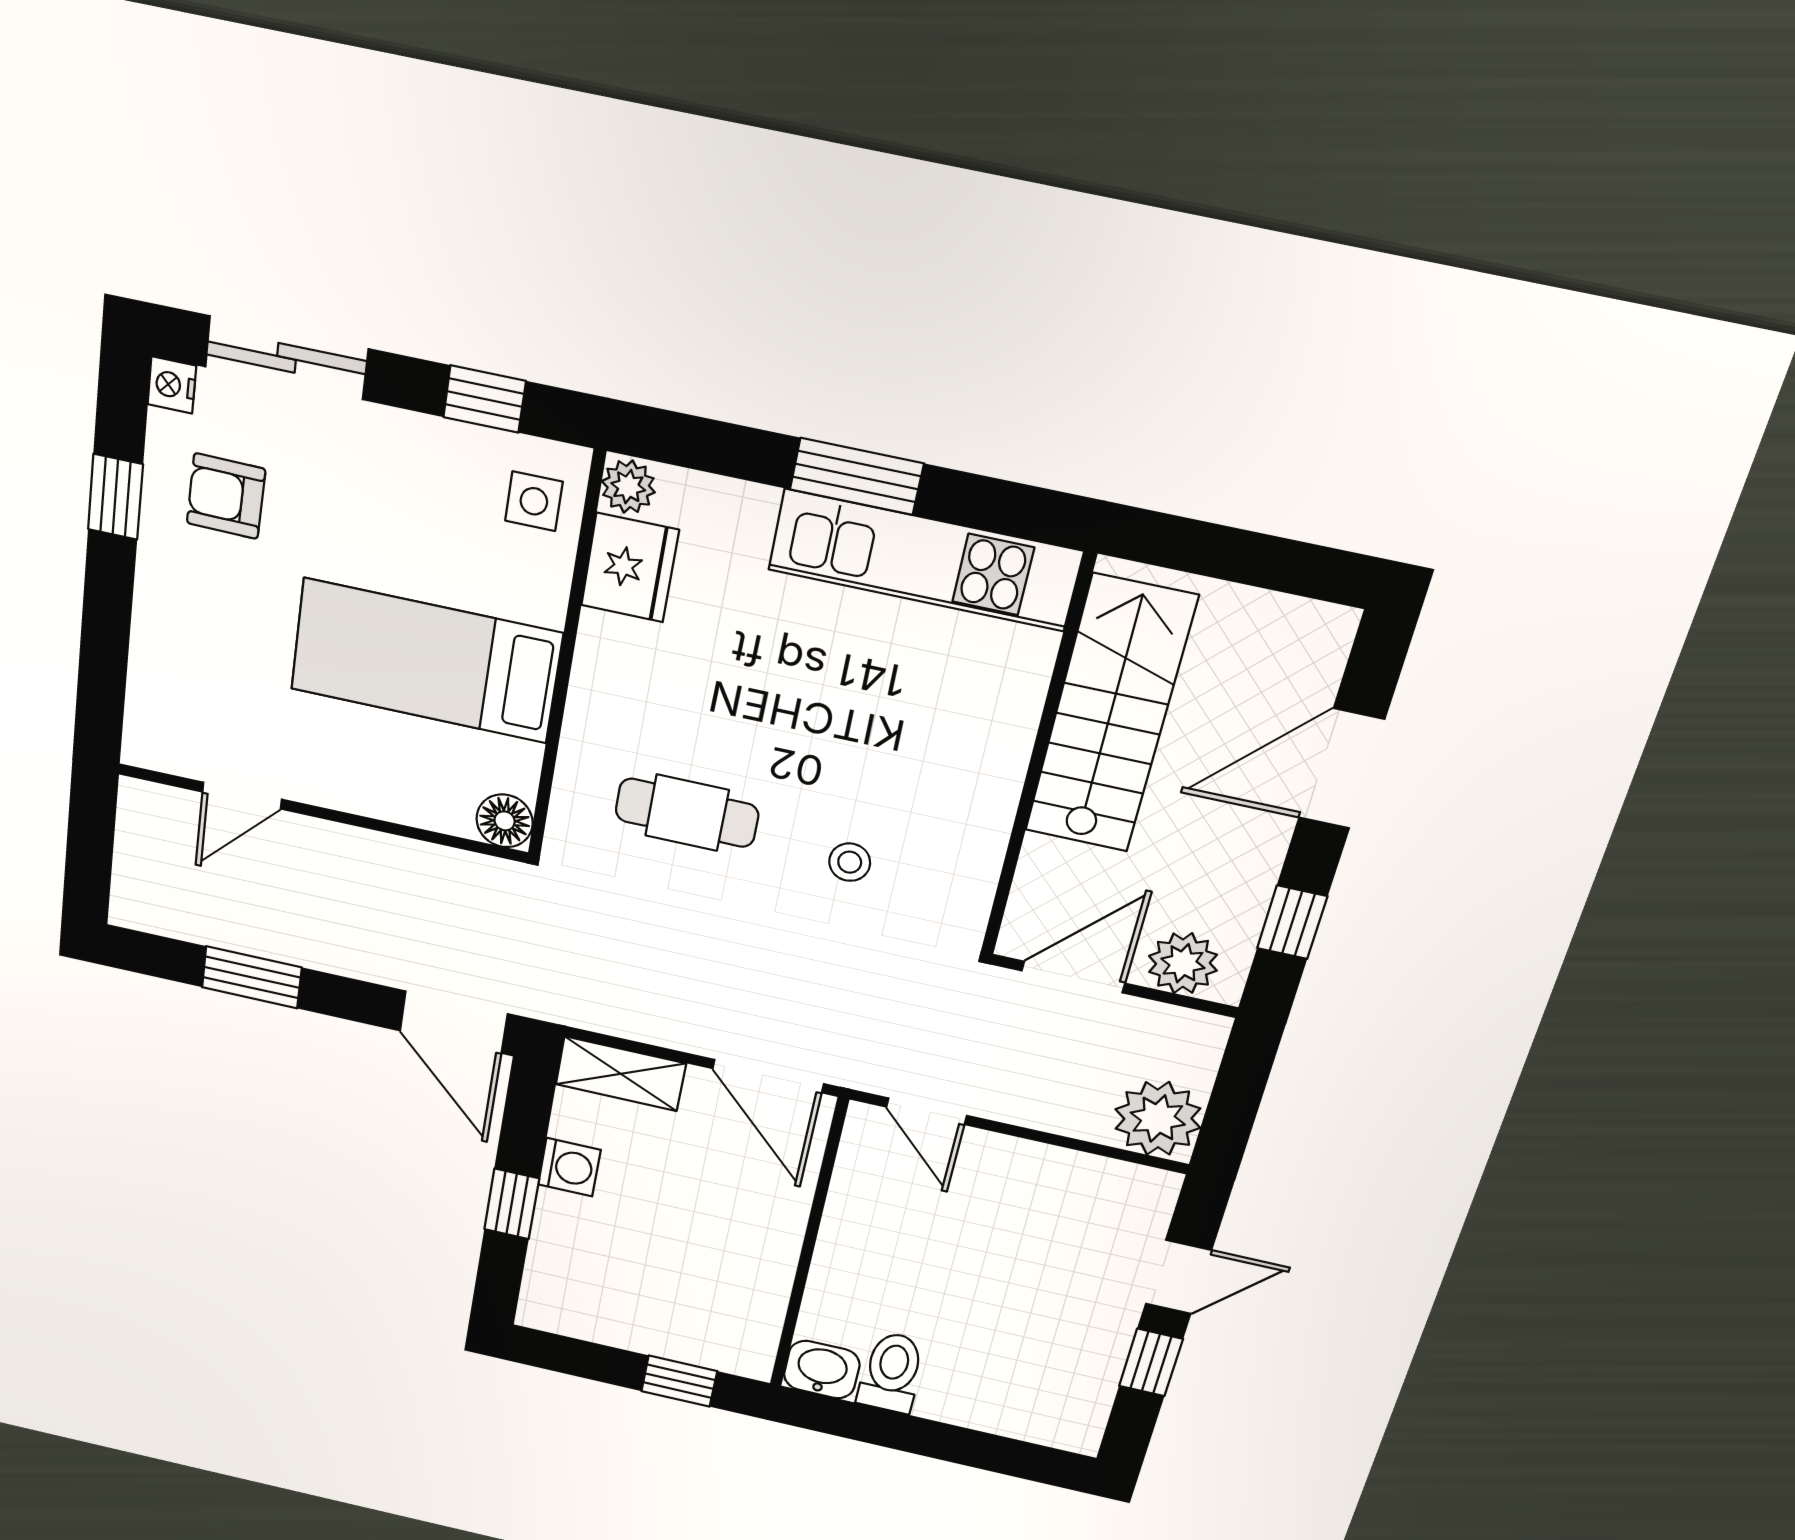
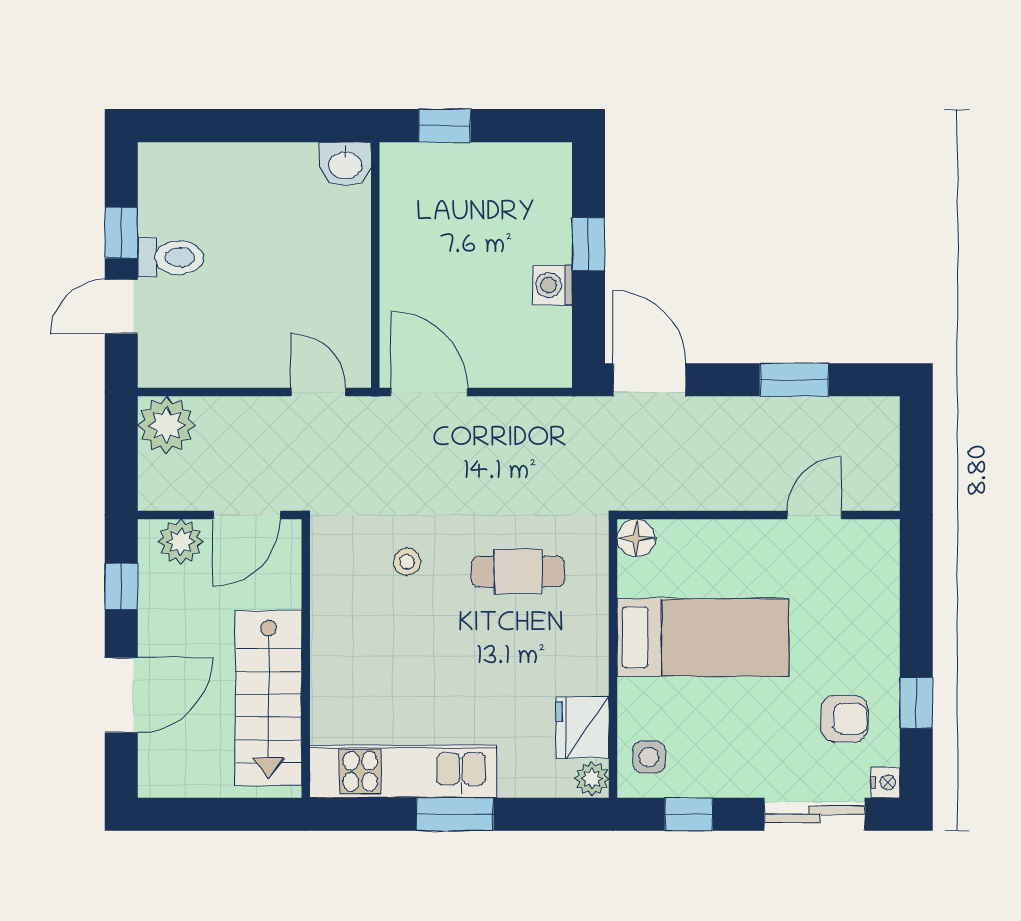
shelving: (621, 1074) -> (529, 369), removed
toilet: (892, 1372) -> (171, 258), moved, turned -90

